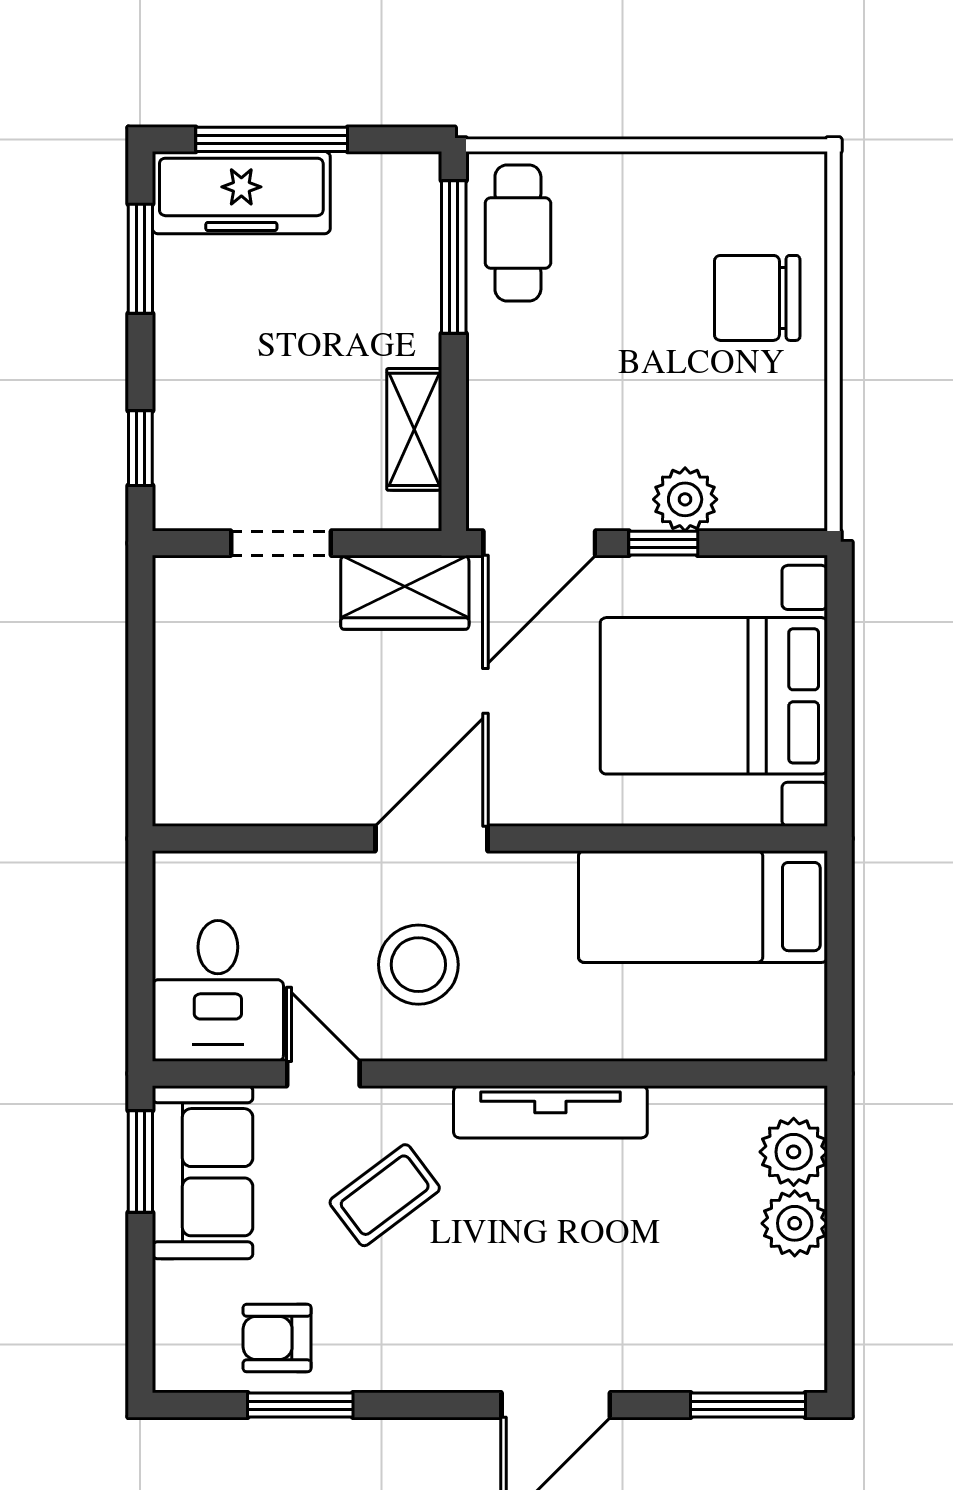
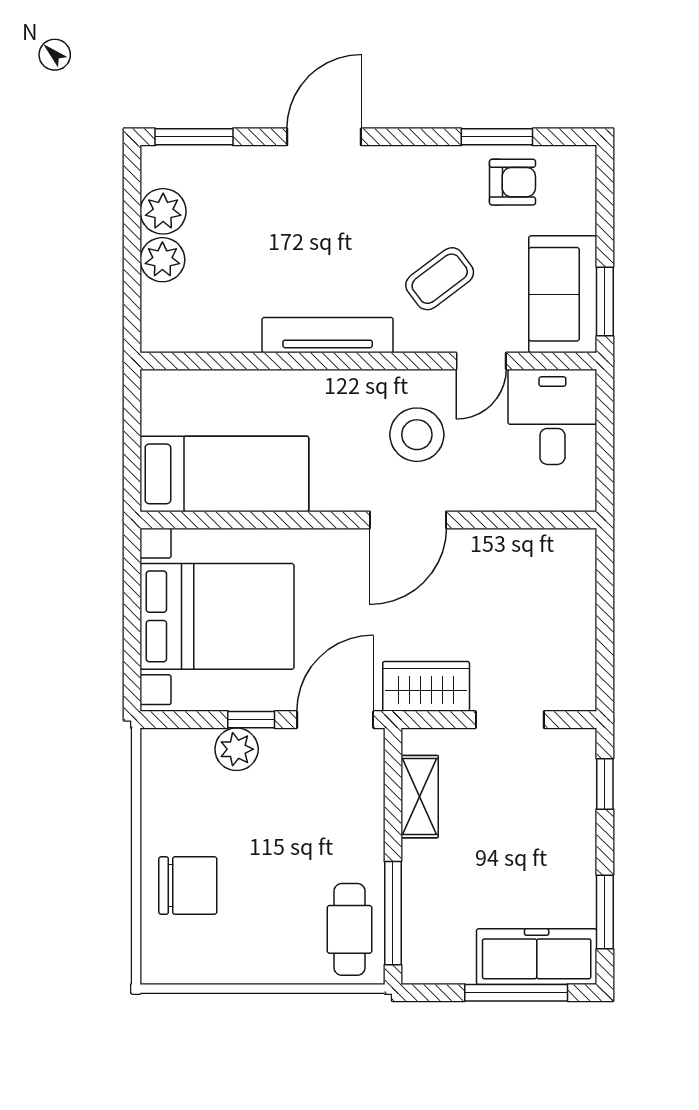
door: (323, 1074) -> (481, 361), hinge flipped
plant: (794, 1152) -> (163, 211), moved

